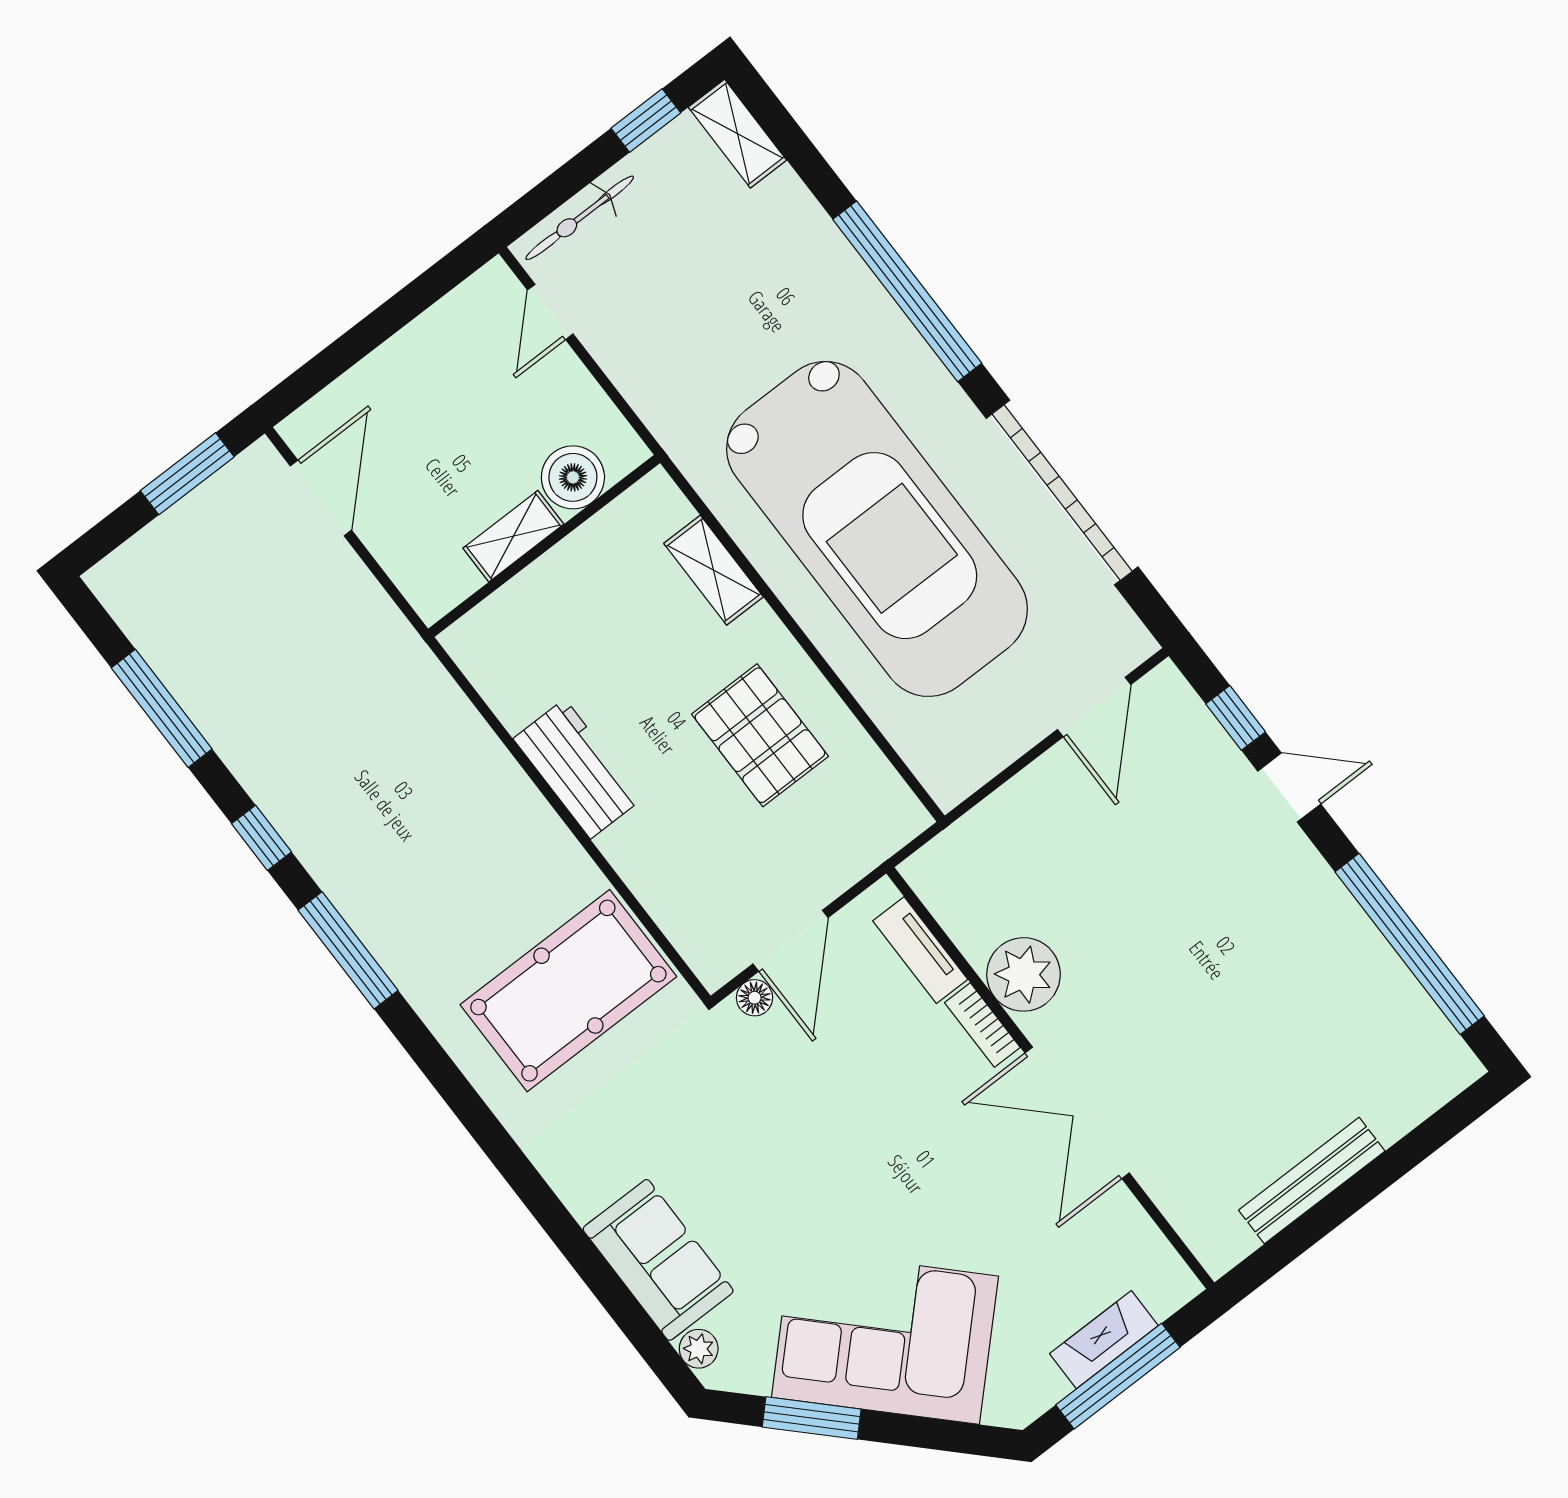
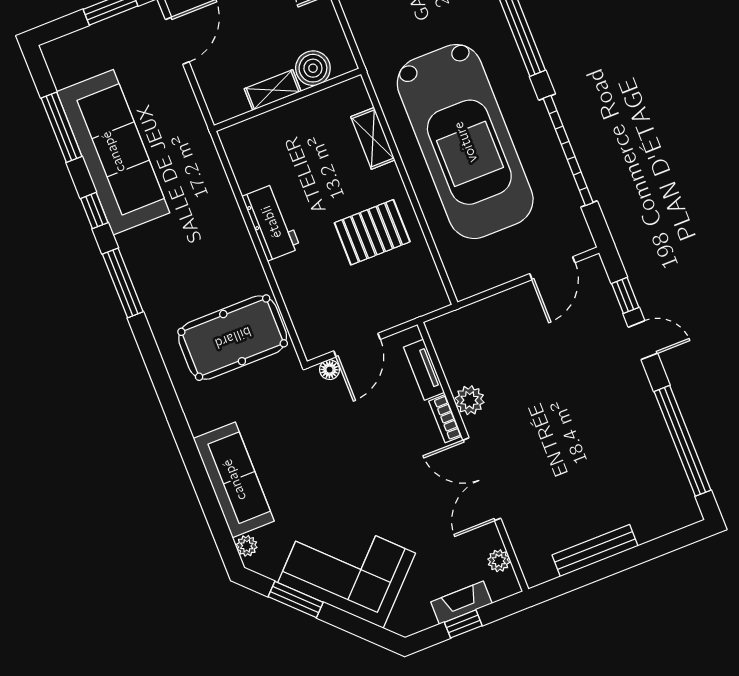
sofa: (265, 726) -> (113, 152), added
pallet: (760, 735) -> (372, 232), turned 90
plant: (1023, 974) -> (470, 400), width x0.73, depth x0.73
plant: (1148, 1247) -> (499, 561), added
sofa: (658, 1260) -> (234, 480), width x1.36
window: (1118, 1376) -> (463, 624), width x0.46

